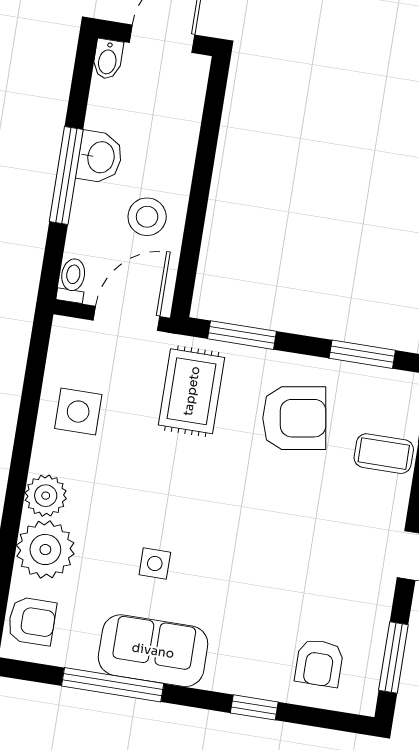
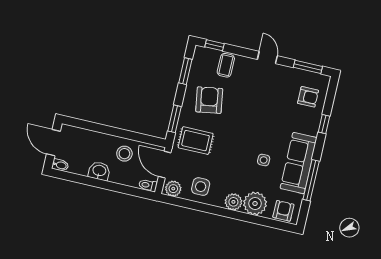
window: (66, 175) -> (106, 185), removed
plant: (68, 344) -> (173, 189), added
sofa: (153, 651) -> (299, 163), width x1.36

